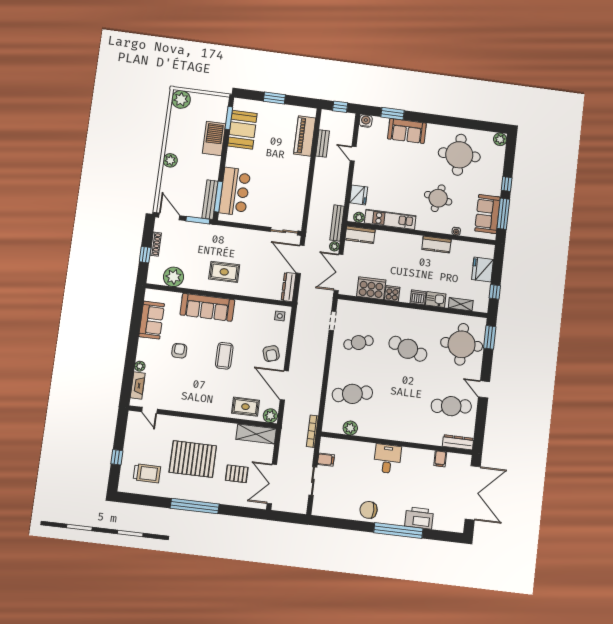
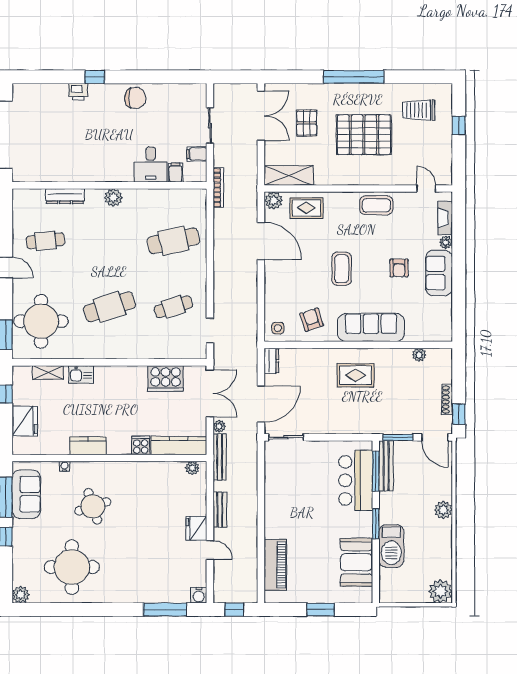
window: (392, 114) -> (165, 610), width x1.44
window: (229, 118) -> (376, 524), moved
sofa: (407, 131) -> (144, 589), removed
bench: (323, 143) -> (220, 510), moved
fridge: (359, 195) -> (196, 528), moved
round table: (438, 198) -> (93, 506), turned -30
kitchen unit: (390, 219) -> (152, 470), removed
kitchen counter: (360, 235) -> (179, 446), width x1.50
window: (145, 255) -> (459, 414), moved
door: (300, 259) -> (261, 404), hinge flipped
plant: (173, 277) -> (419, 355), width x0.53, depth x0.53
dresser: (289, 287) -> (271, 361), width x0.70
cooker: (392, 294) -> (141, 445), moved, turned 180
dishwasher: (418, 297) -> (104, 374), removed
sofa: (152, 320) -> (439, 273), moved
cafe table: (408, 349) -> (109, 307), turned -36
armchair: (271, 354) -> (312, 320), moved
coffee table: (190, 402) -> (376, 205), added
cafe table: (451, 406) -> (45, 241), width x0.73, depth x0.74
plant: (350, 428) -> (113, 198), moved
dresser: (458, 442) -> (65, 196), moved
desk: (387, 459) -> (151, 165), moved
filing cabinet: (440, 459) -> (176, 173), moved
pallet: (237, 474) -> (307, 123), turned 90
printer: (419, 518) -> (78, 92), width x0.53, depth x0.68
window: (398, 530) -> (95, 77), width x0.32

